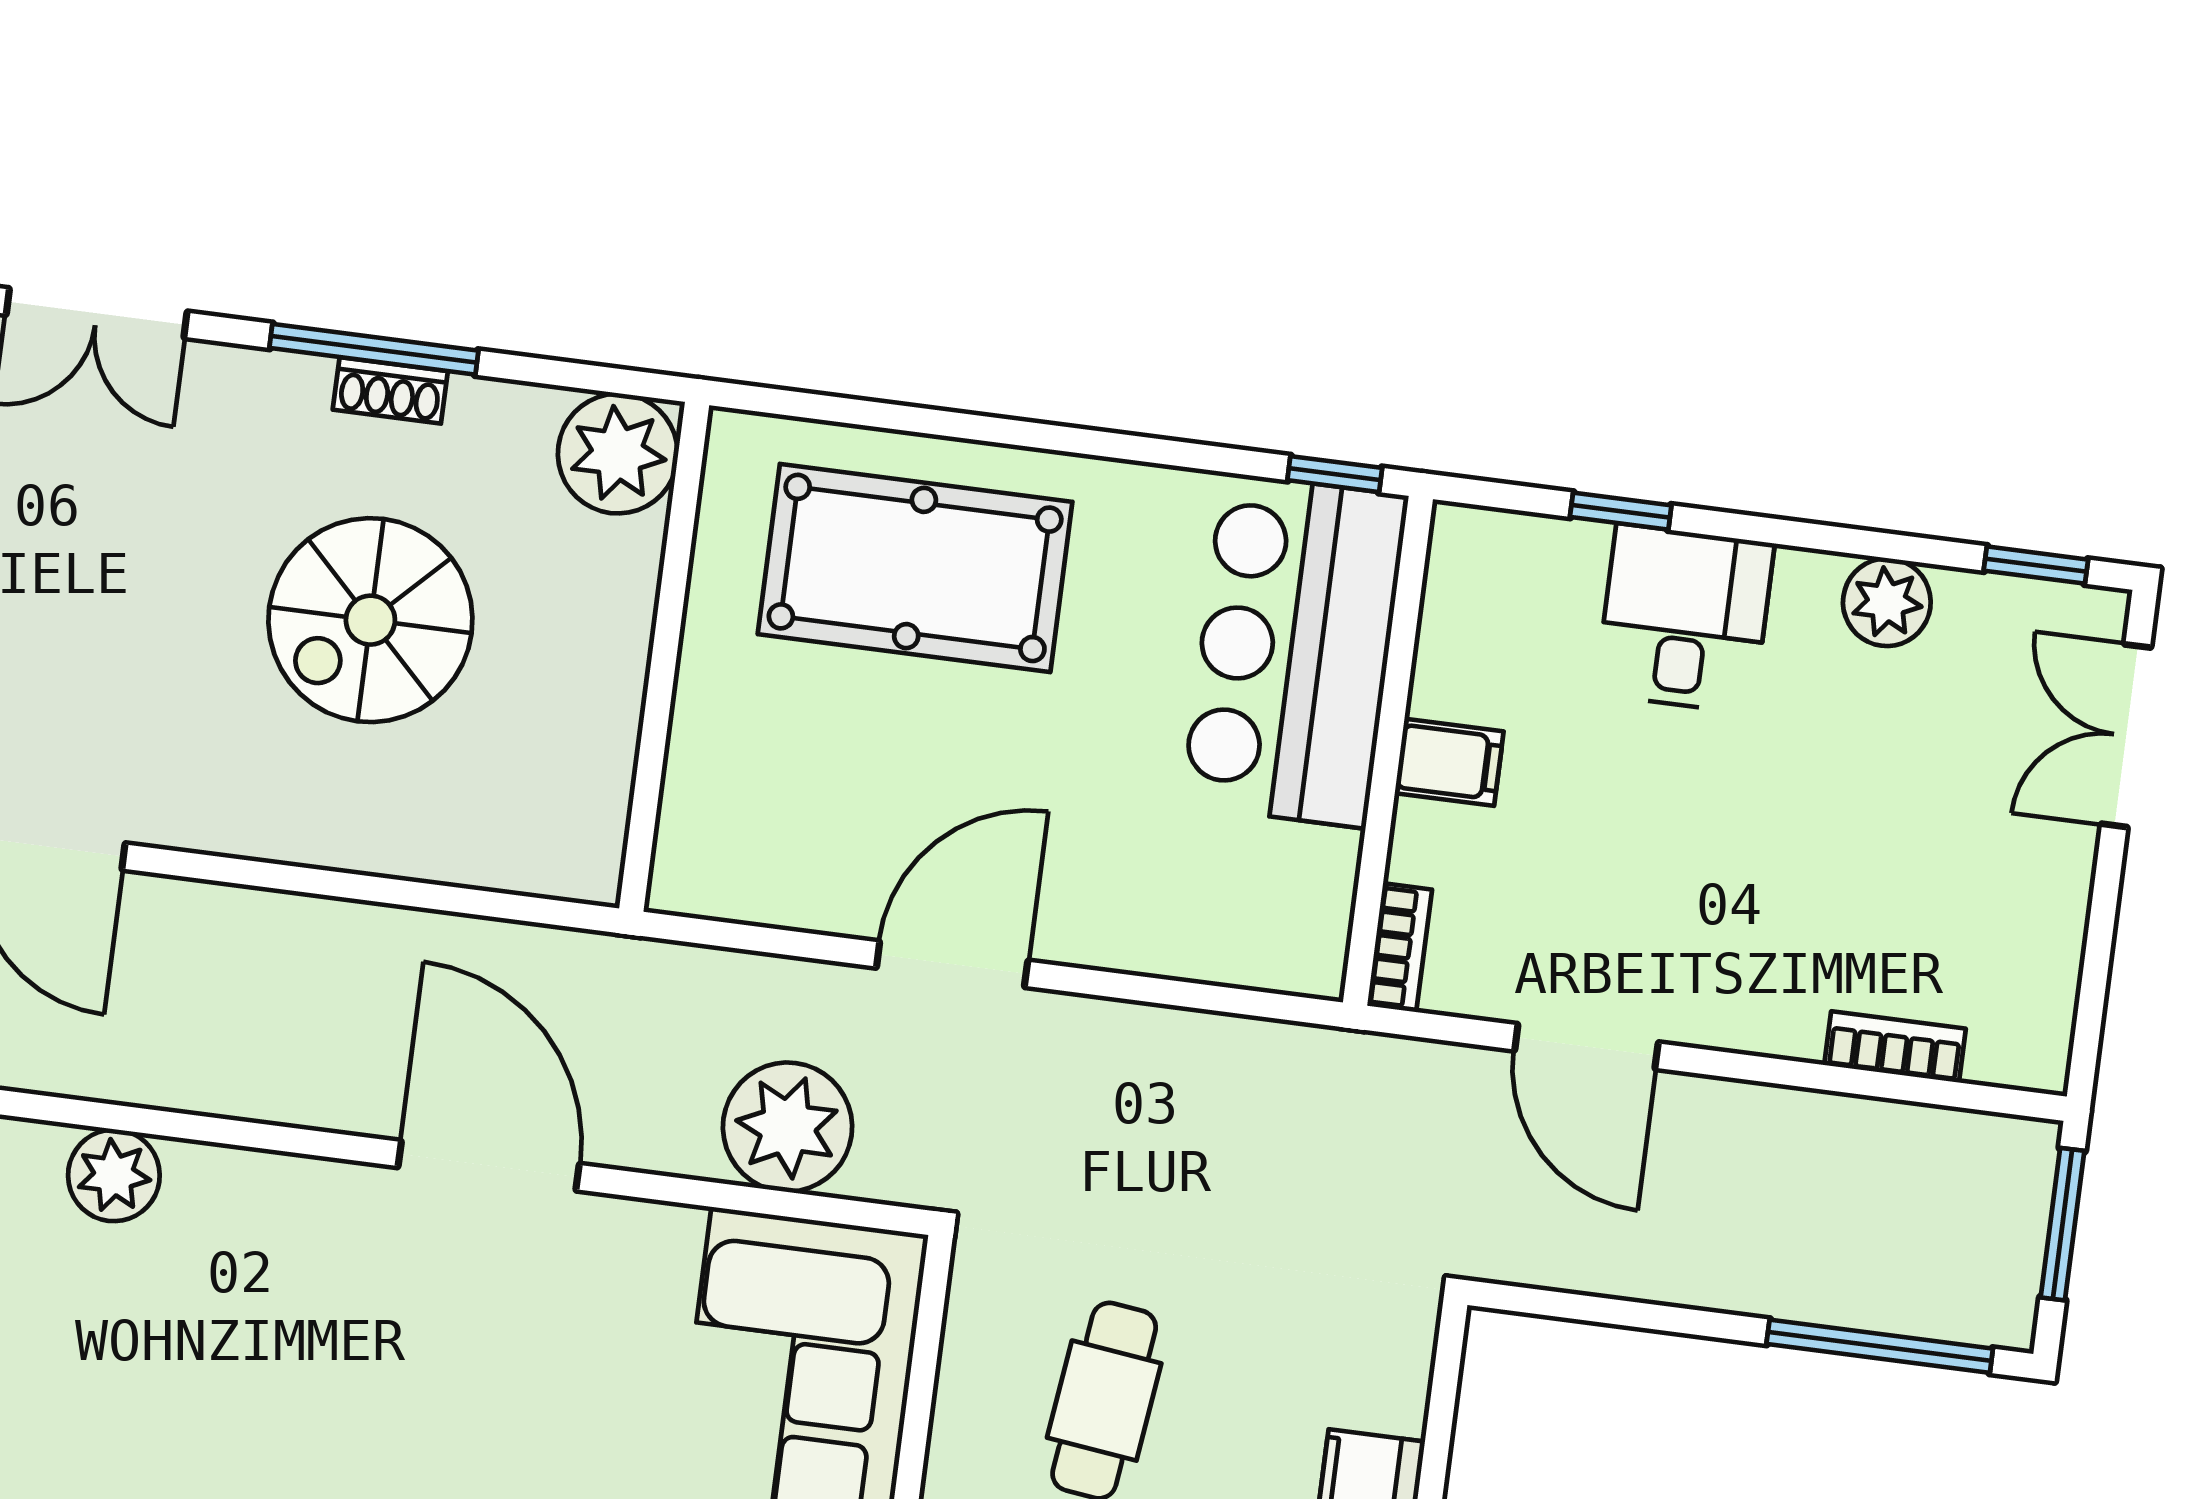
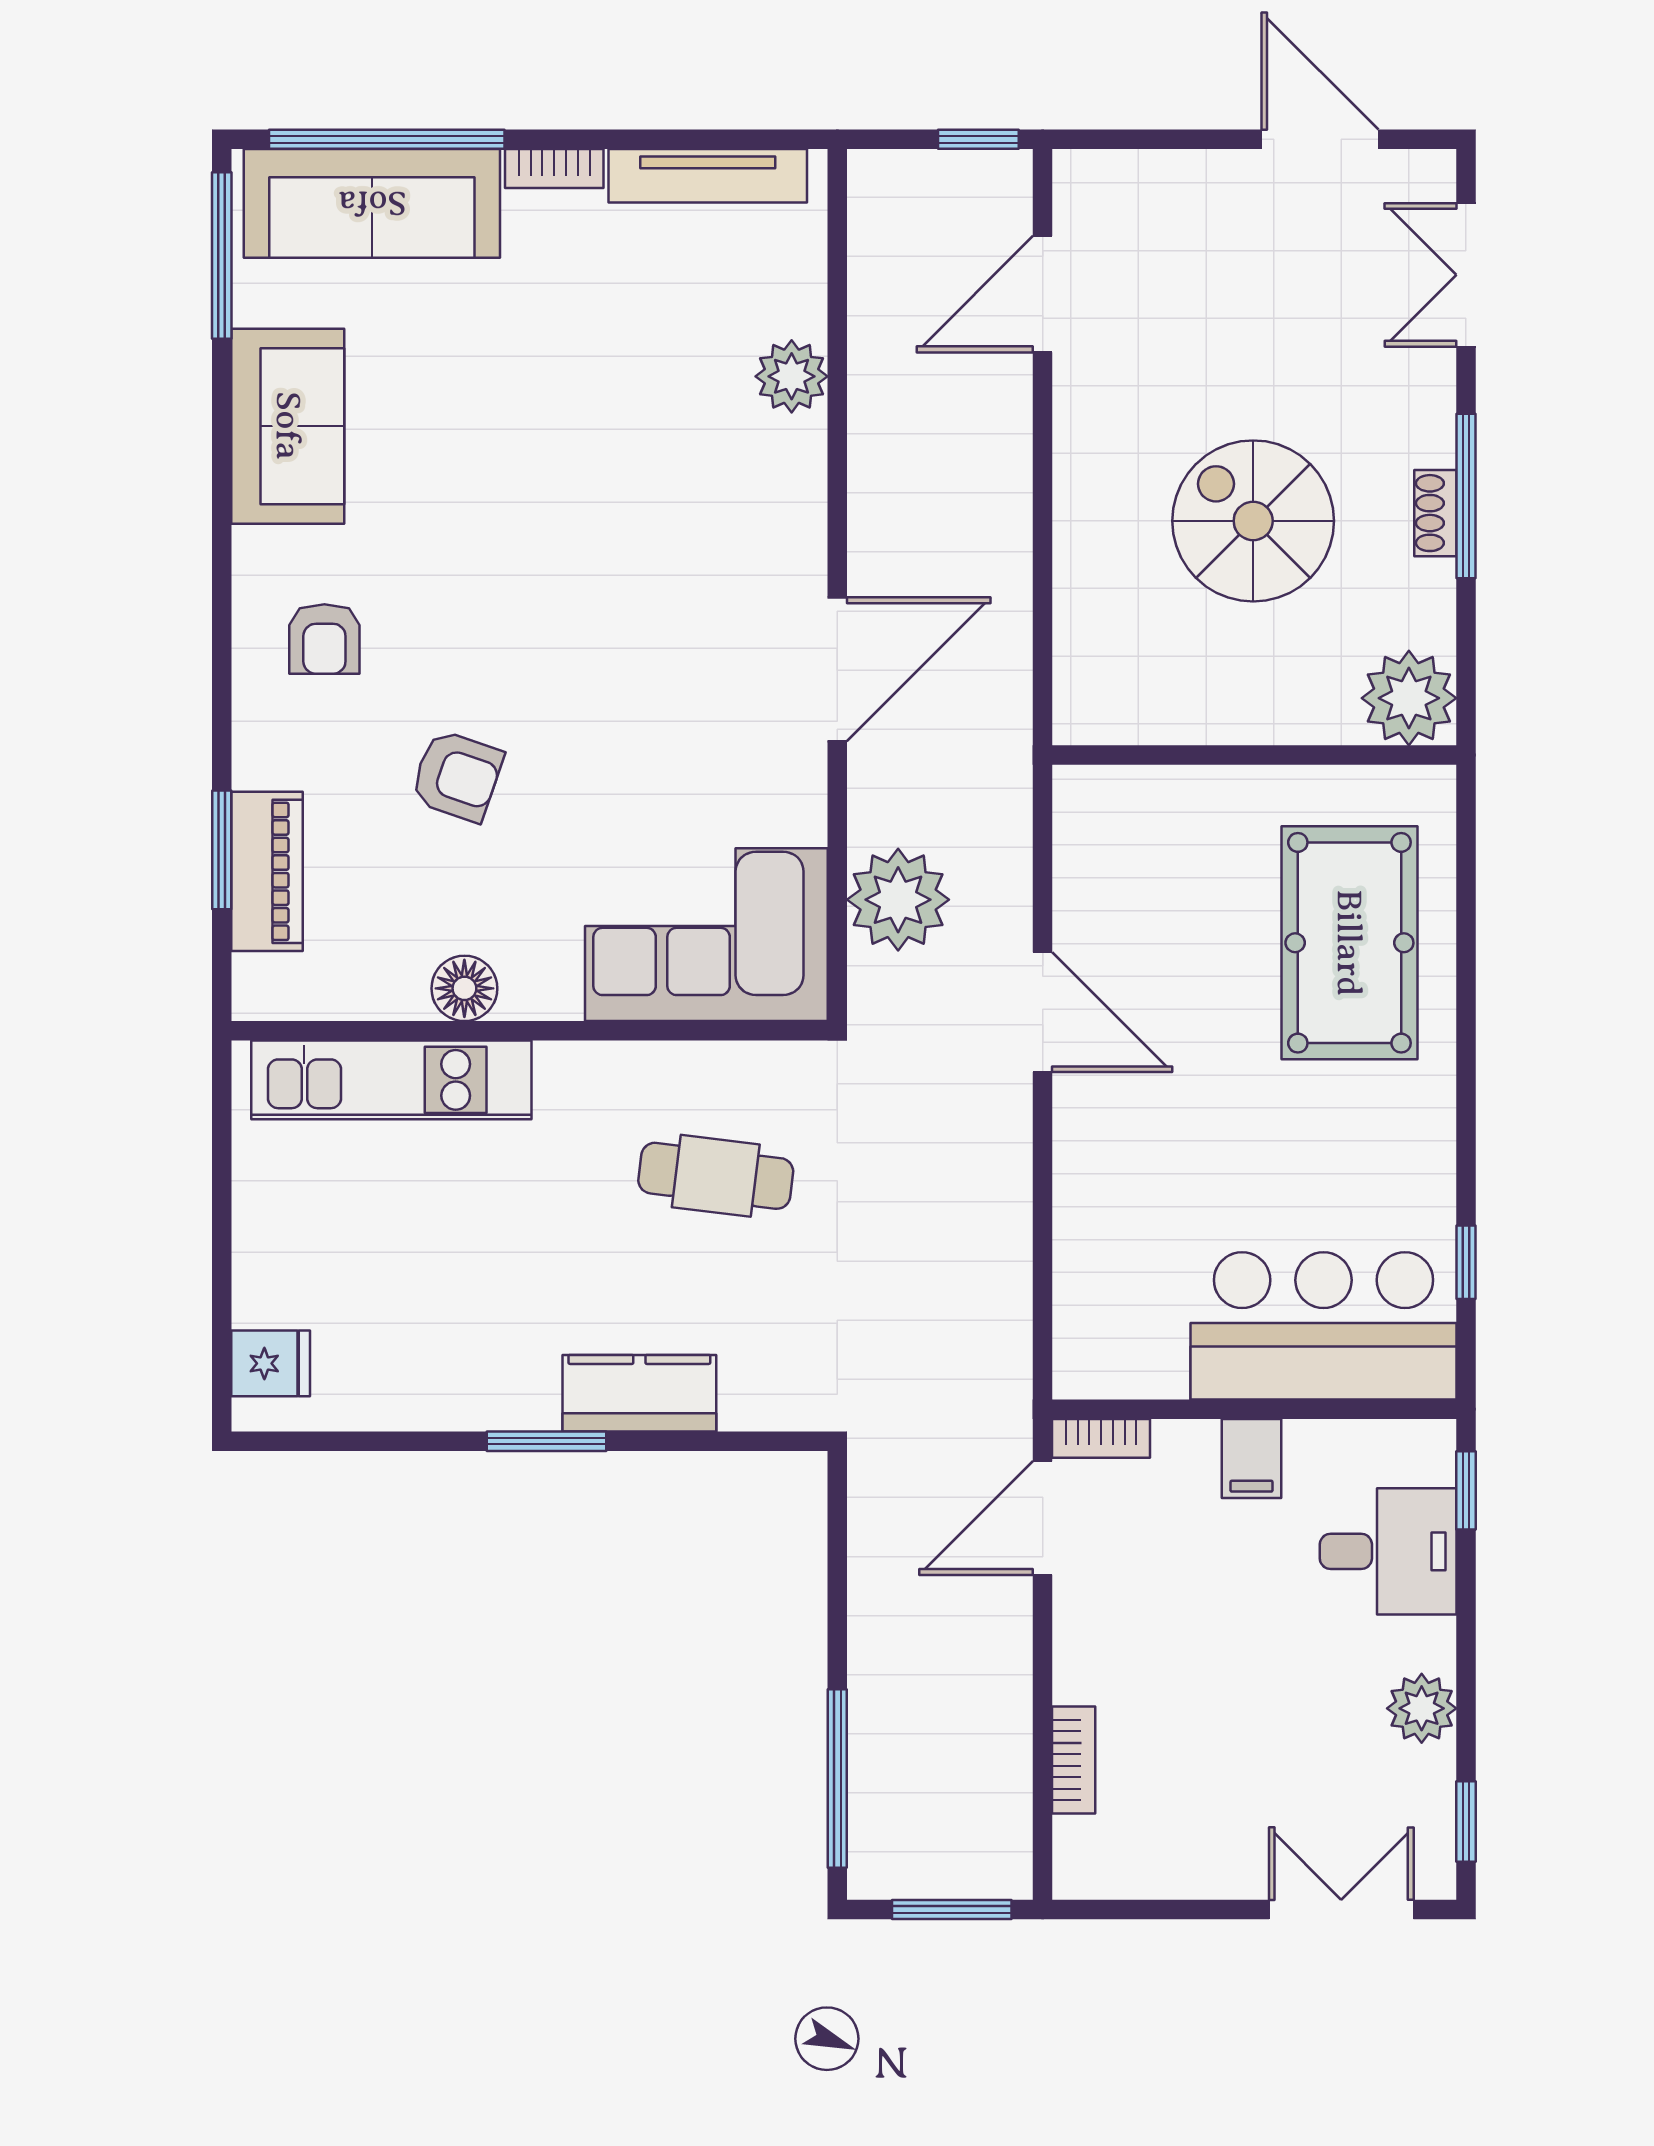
bar counter: (1295, 650) -> (1324, 1326), moved
wall: (1388, 751) -> (1254, 1409), moved
filing cabinet: (1449, 762) -> (1251, 1458), moved
bookcase: (1400, 948) -> (1101, 1438), moved

